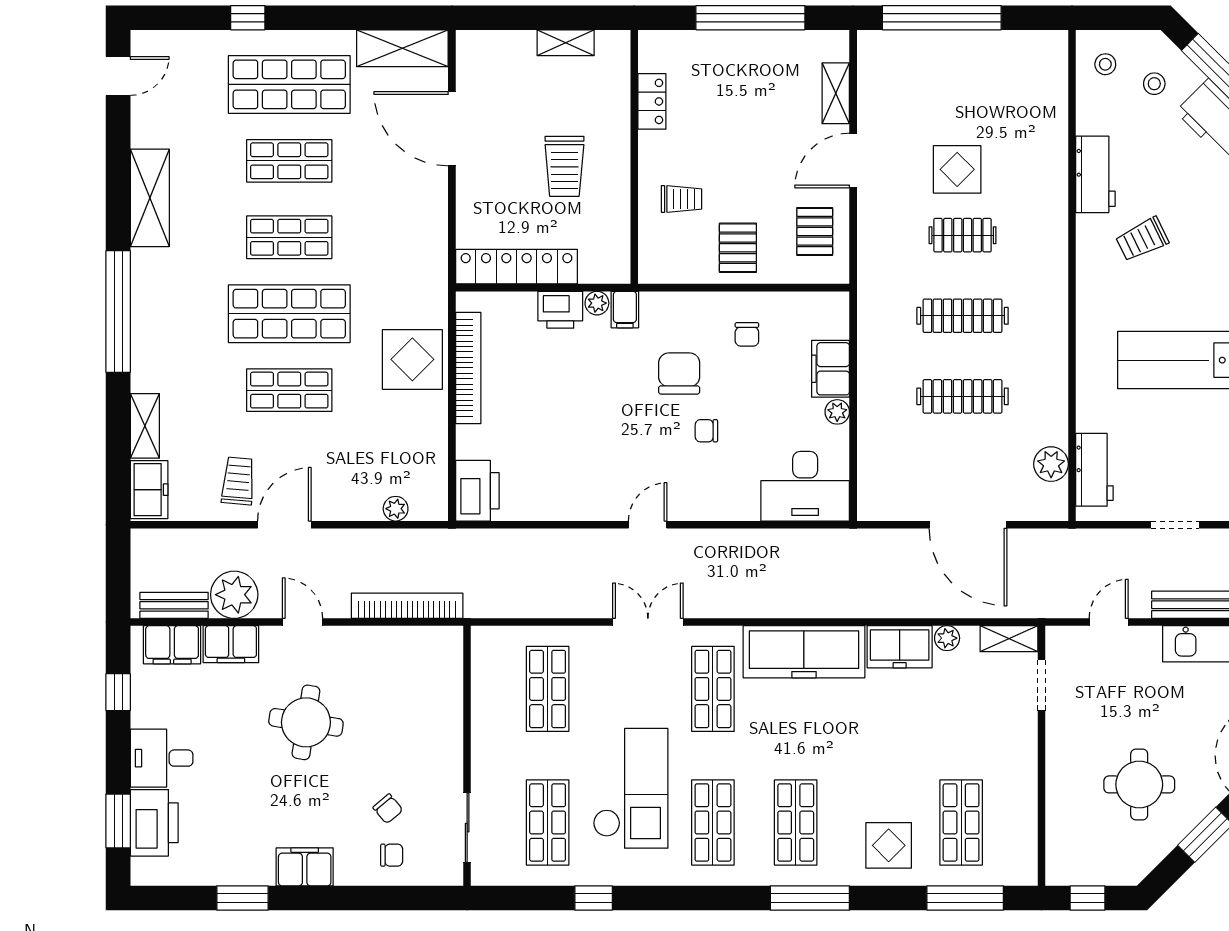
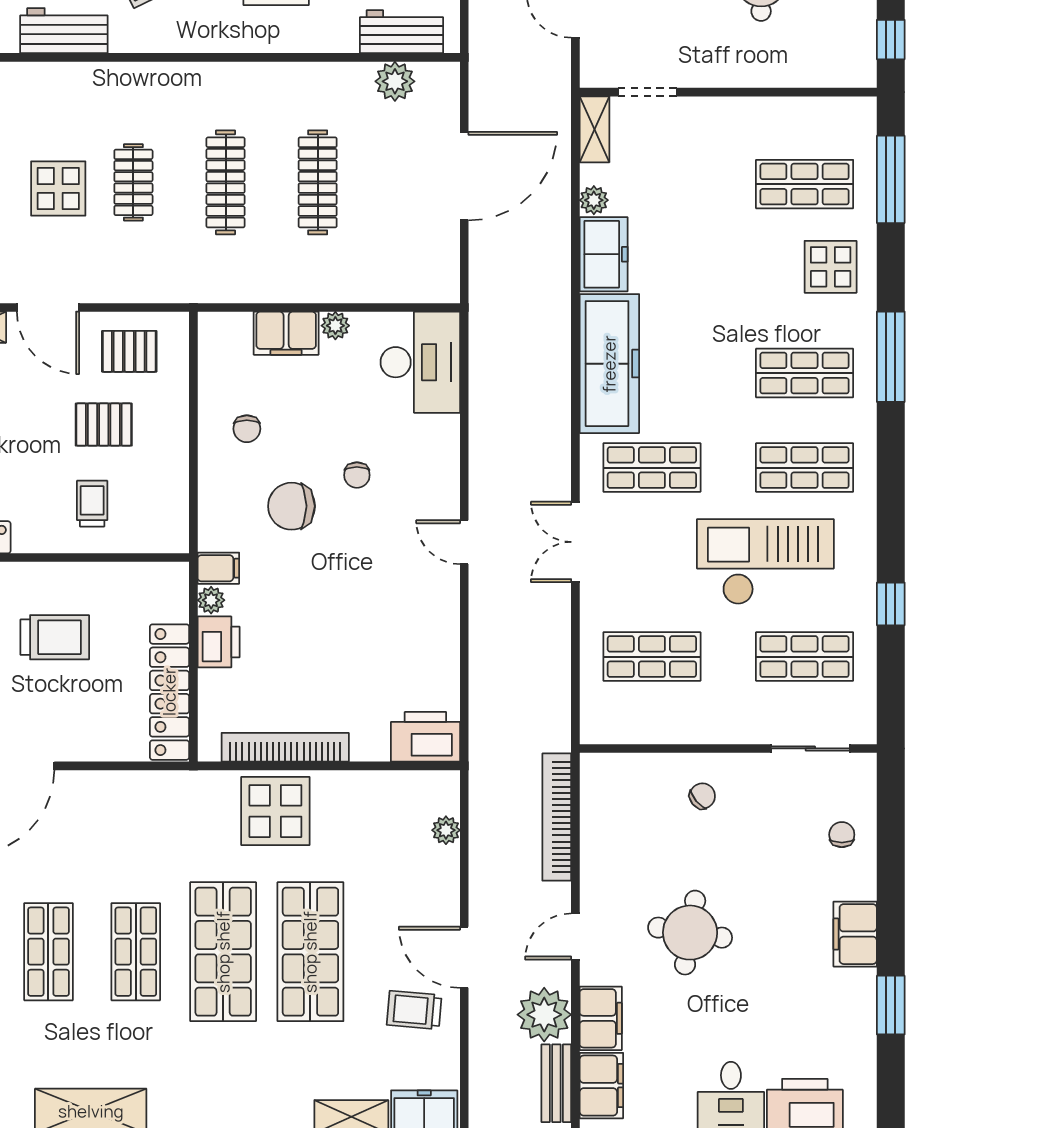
pallet: (738, 248) -> (104, 425), moved
chair: (747, 334) -> (247, 429), turned 90
shop shelf: (289, 390) -> (310, 952), width x1.43, depth x1.36
chair: (388, 809) -> (702, 796), moved

